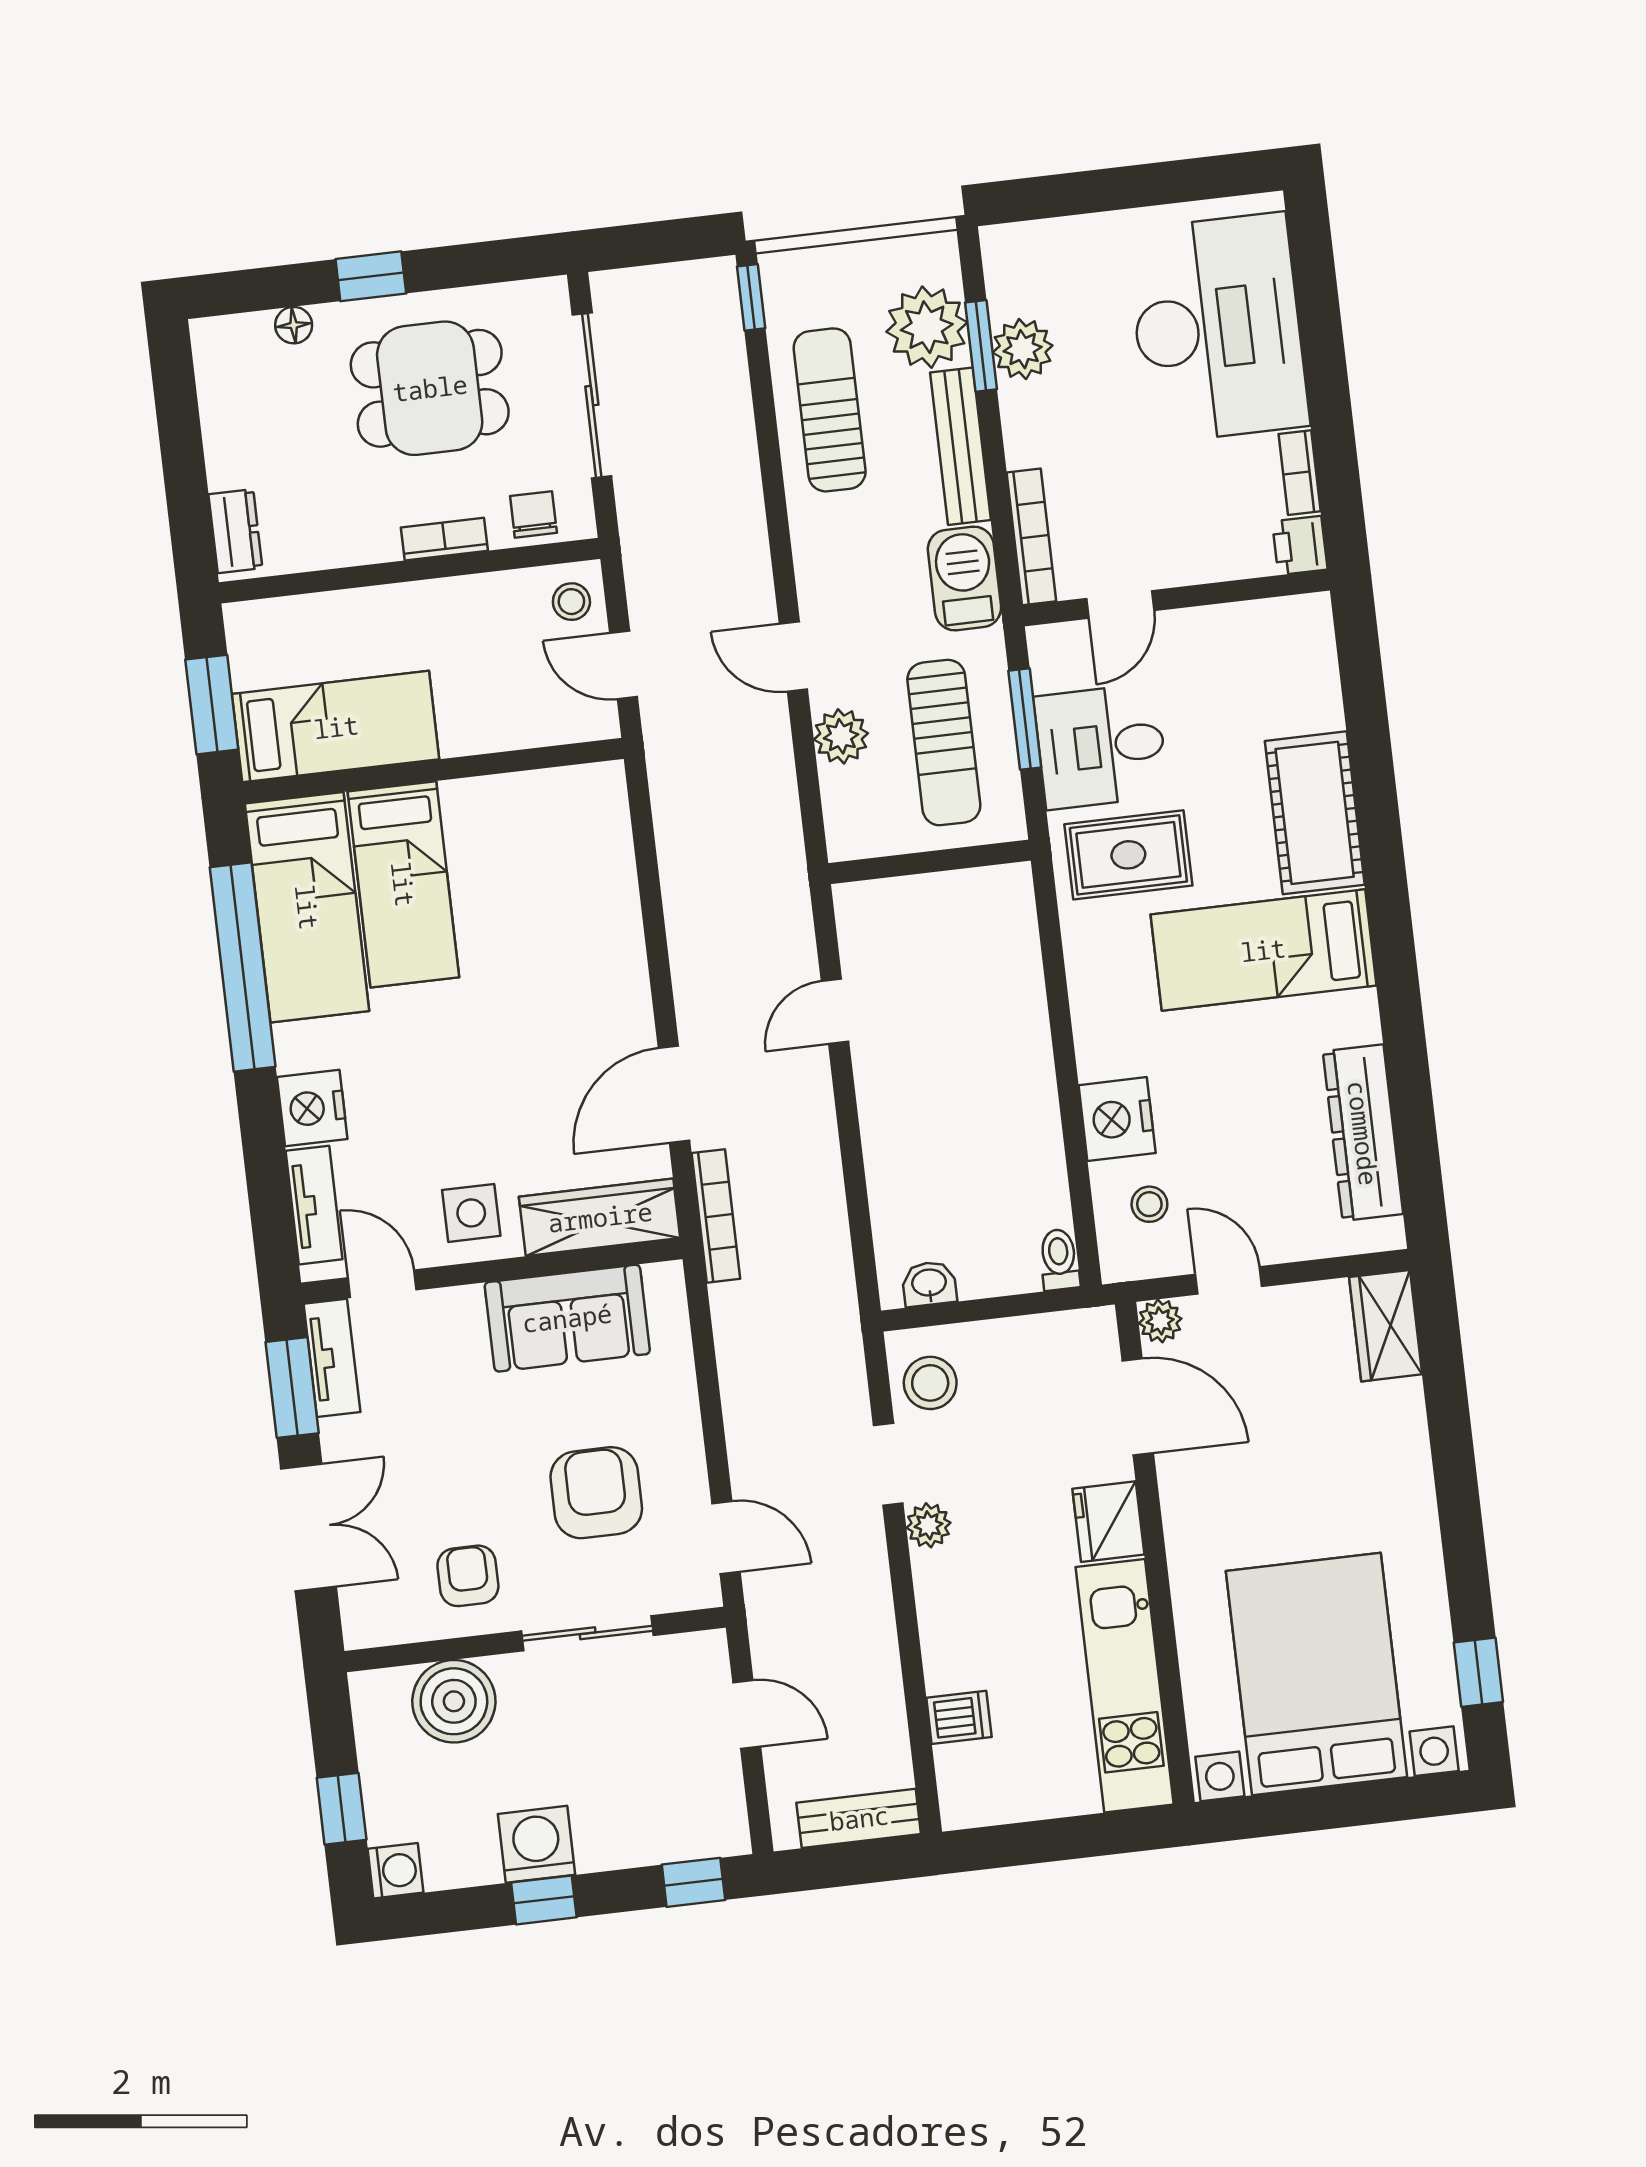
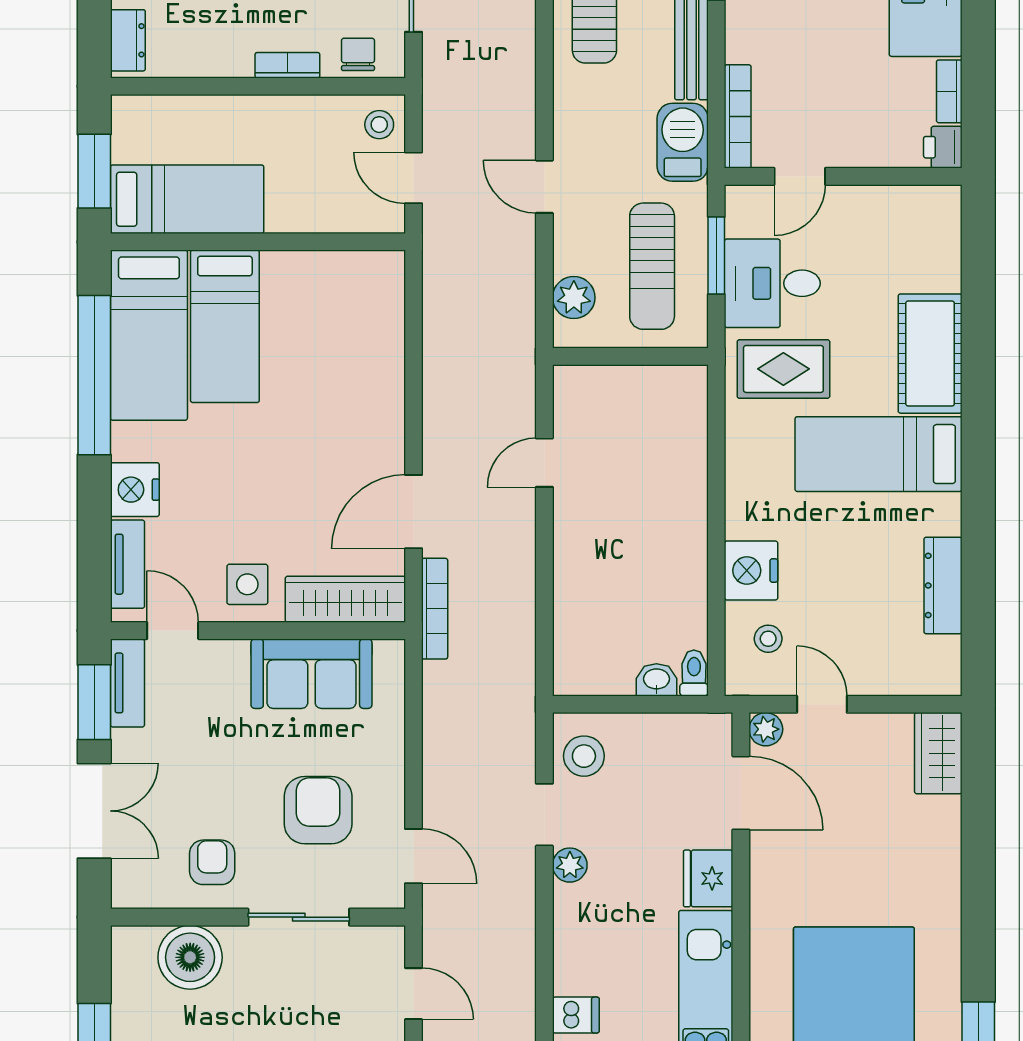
plant: (841, 736) -> (574, 298), moved
dresser: (1363, 1133) -> (943, 585), width x0.73, depth x0.80
washbasin: (929, 1284) -> (656, 680), moved

